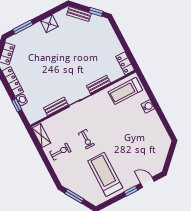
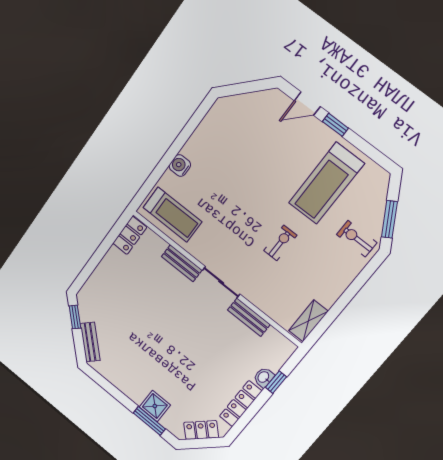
shower: (49, 24) -> (155, 406), moved
exercise bike: (60, 152) -> (357, 239), moved
door: (147, 182) -> (307, 104), hinge flipped

